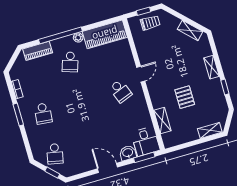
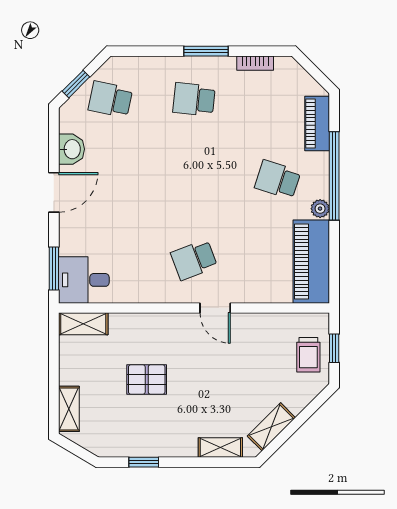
shelving: (211, 67) -> (220, 448), moved
shelving: (162, 120) -> (83, 324), moved
washbasin: (128, 153) -> (71, 149), moved

